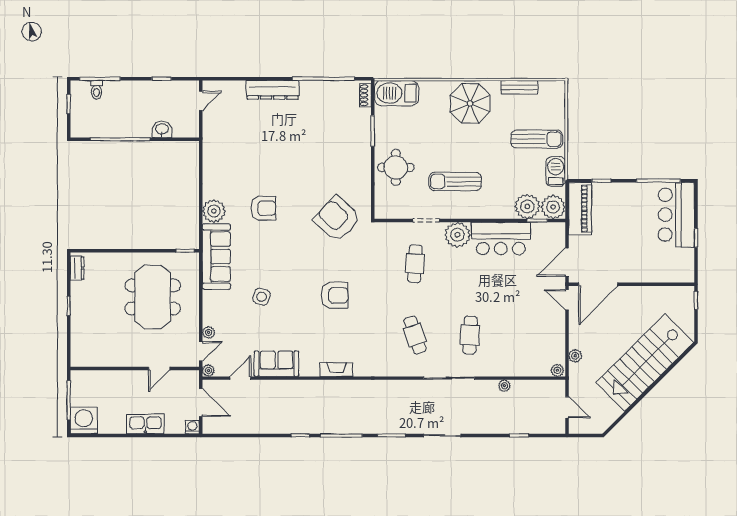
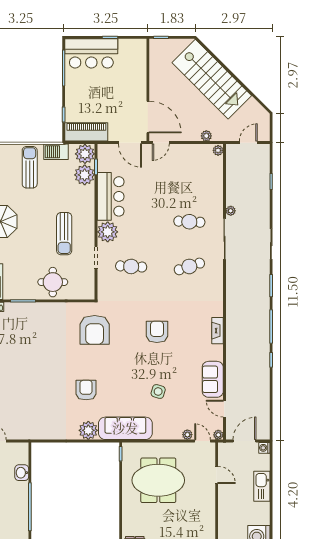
armchair: (337, 219) -> (95, 330), turned -43
plant: (504, 386) -> (231, 211), moved

